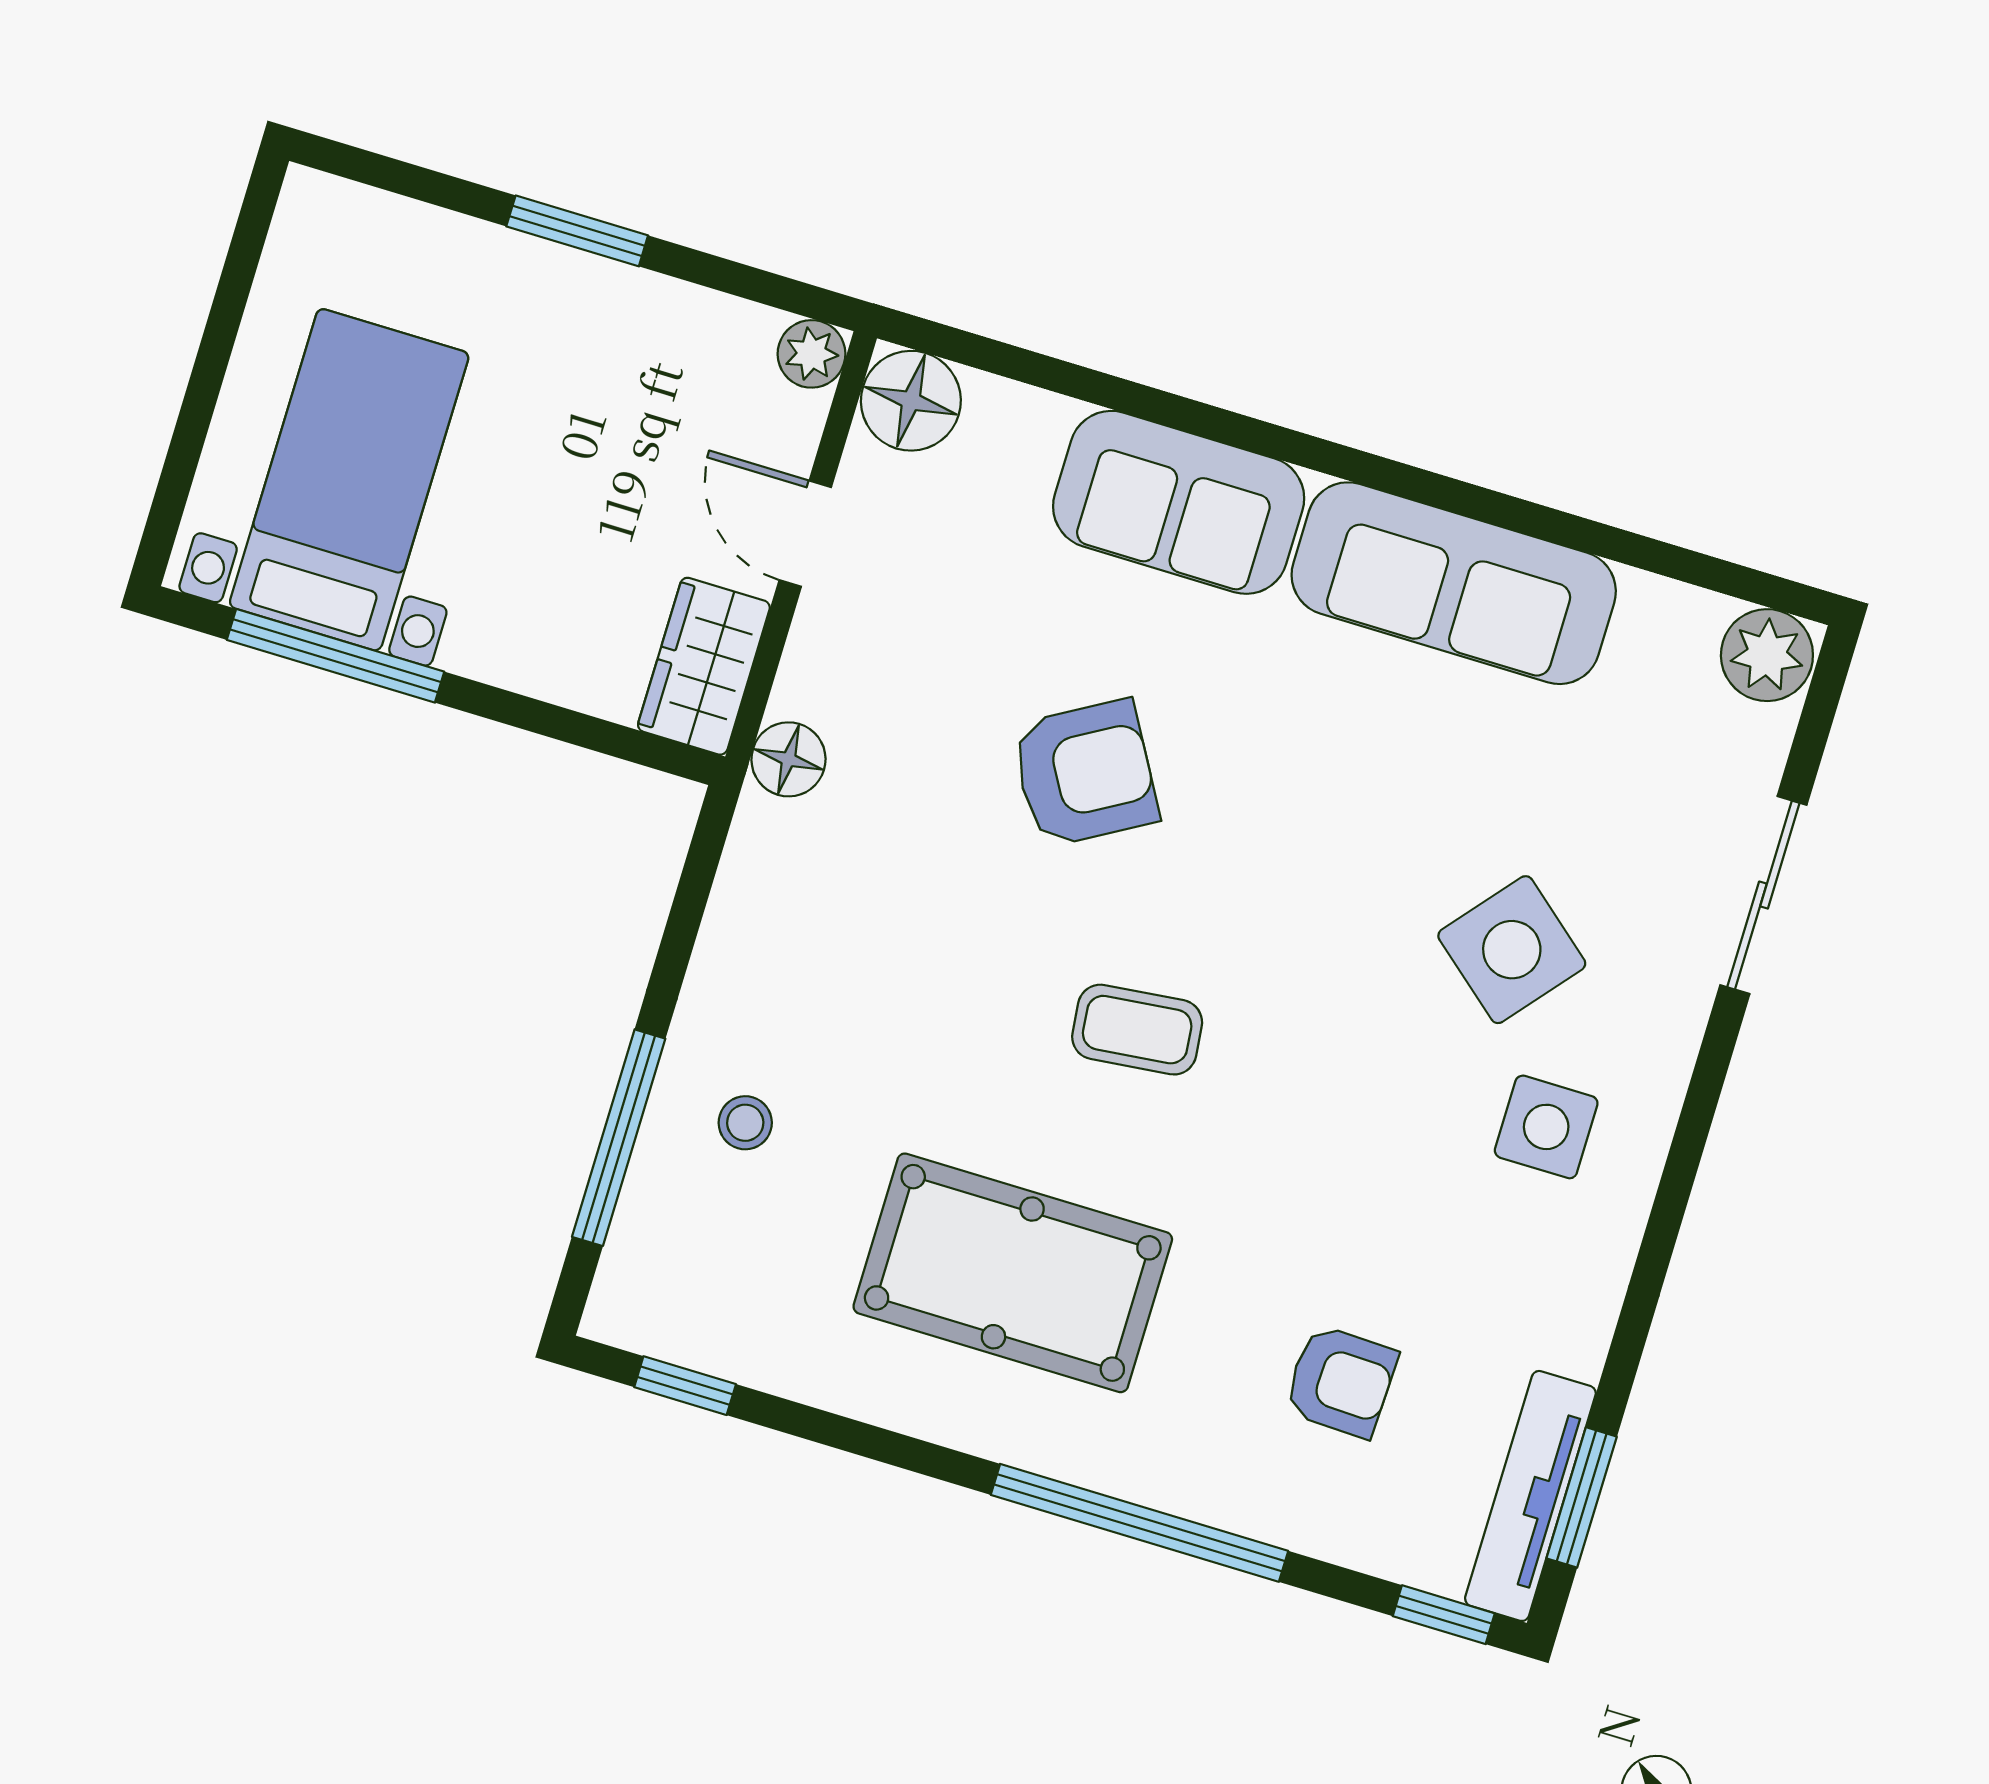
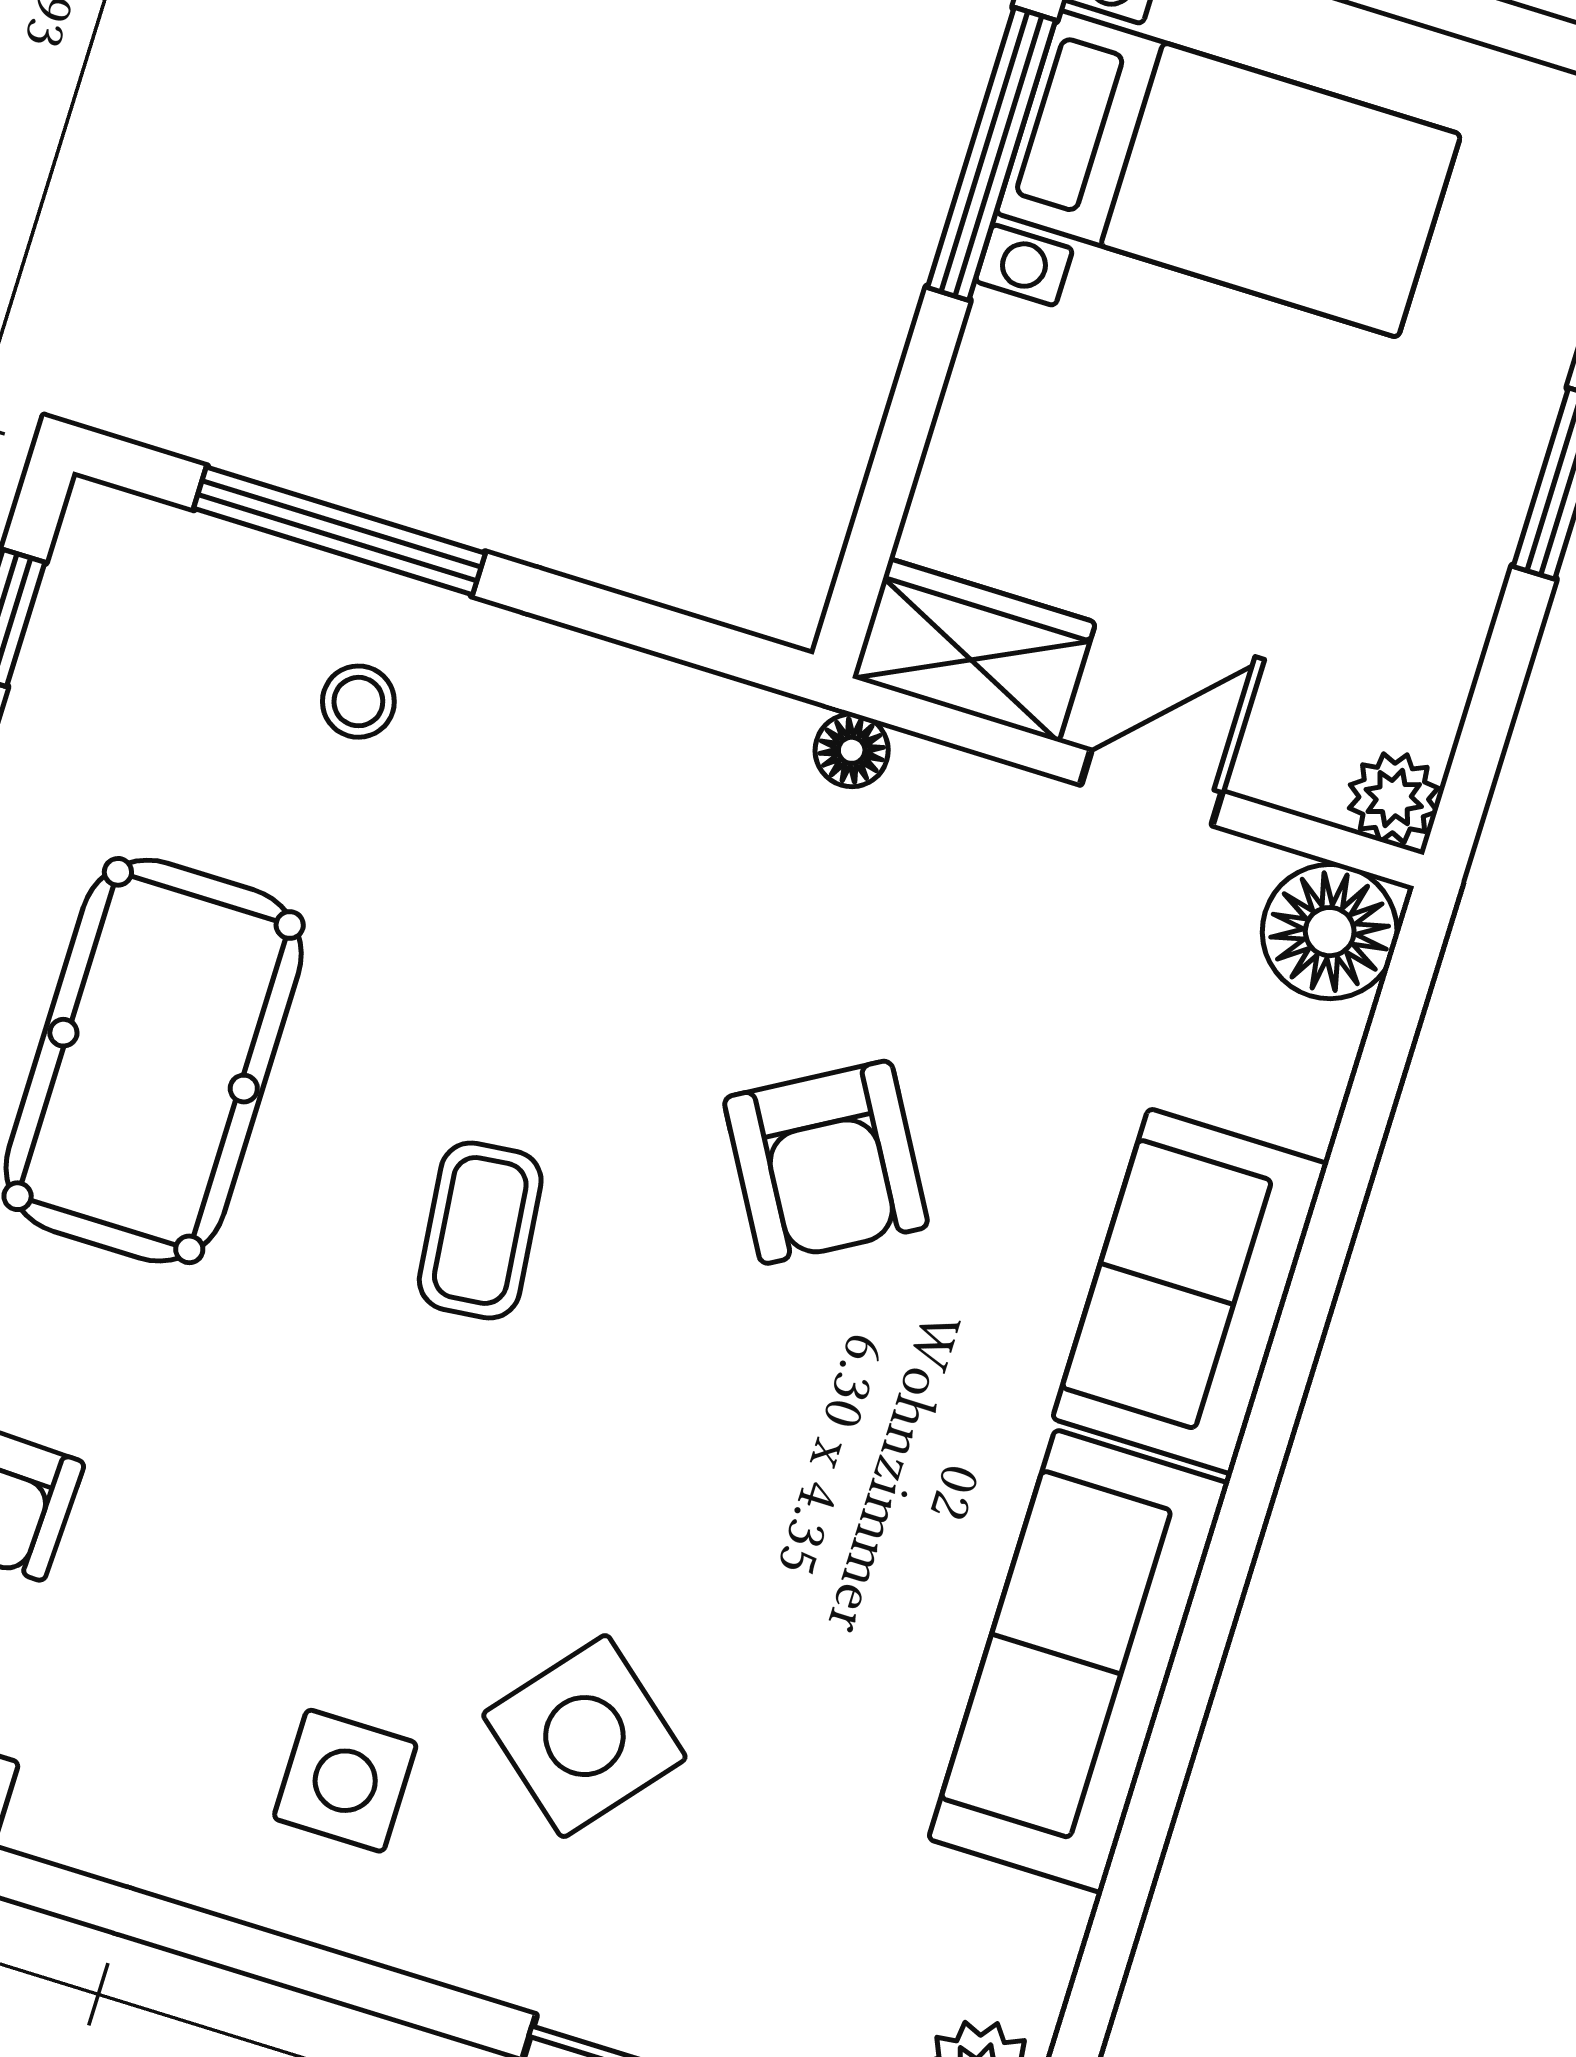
floor lamp: (789, 759) -> (852, 750), width x0.73, depth x0.73

